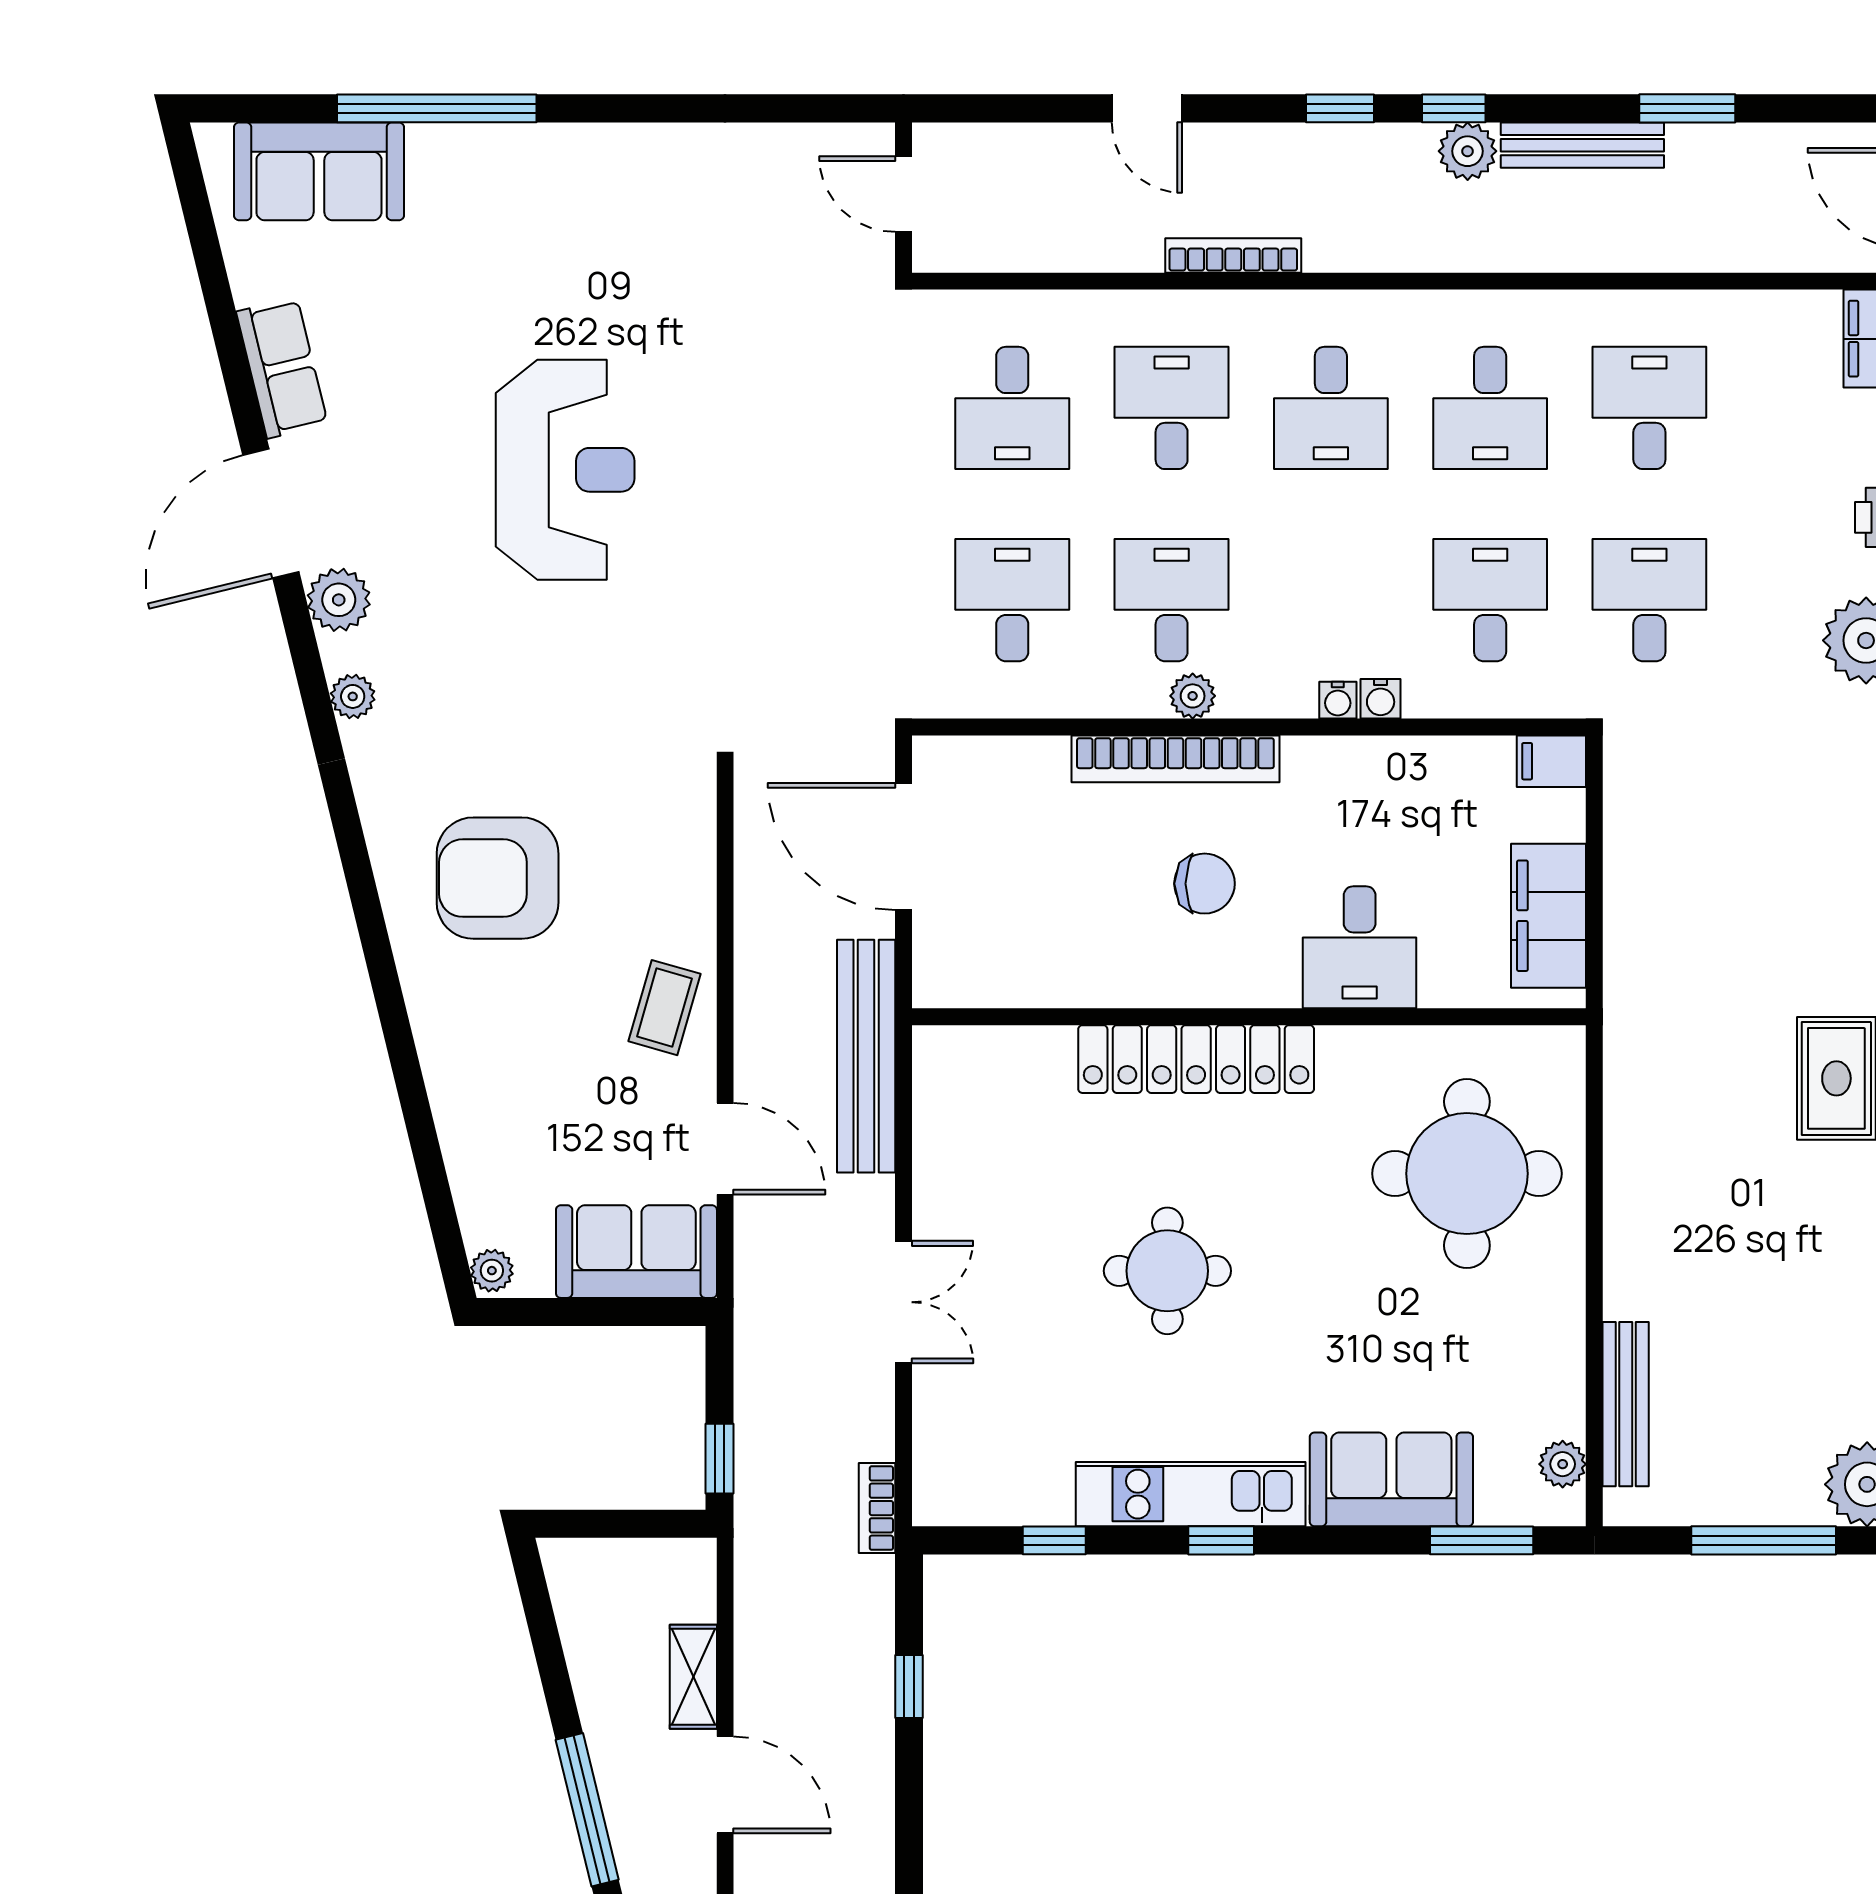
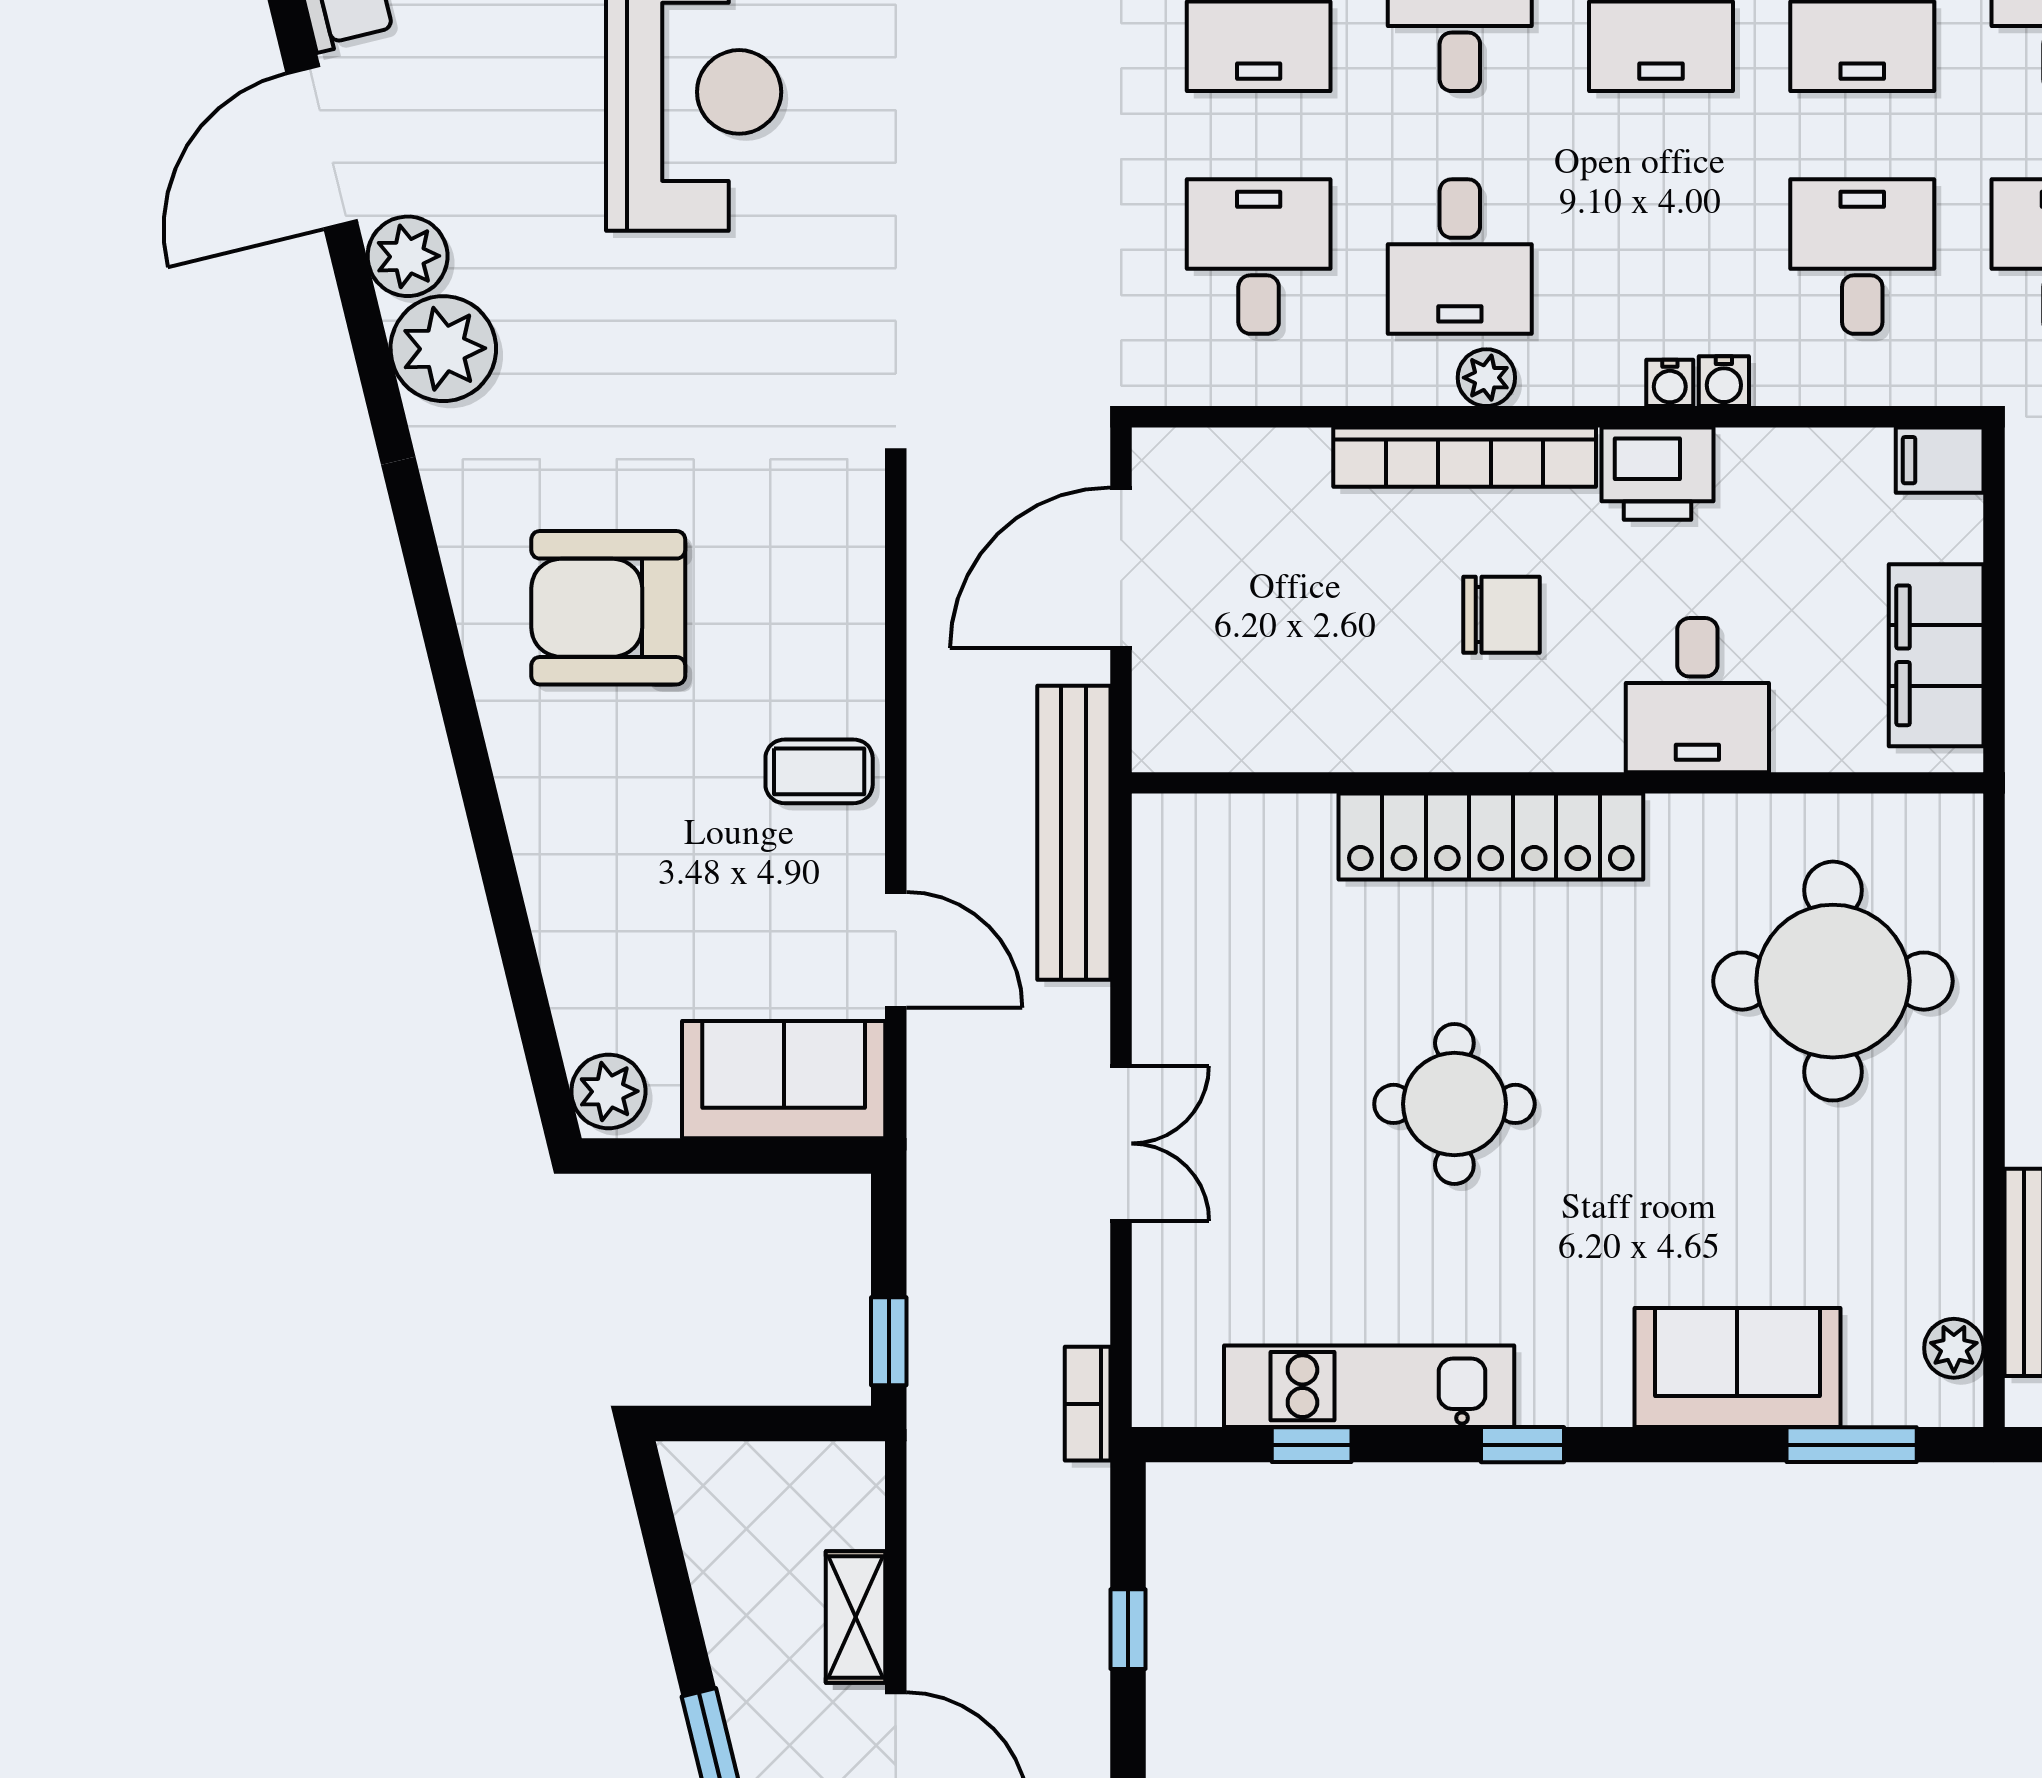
desk: (1172, 600) -> (1460, 257), turned 180
plant: (353, 696) -> (443, 349), width x1.88, depth x1.88
printer: (1328, 772) -> (1657, 474), added
door: (903, 847) -> (1121, 568), hinge flipped
coffee table: (664, 1008) -> (819, 771), turned 74
plant: (492, 1271) -> (608, 1091), width x1.38, depth x1.38
kitchen unit: (1191, 1494) -> (1369, 1386), moved

